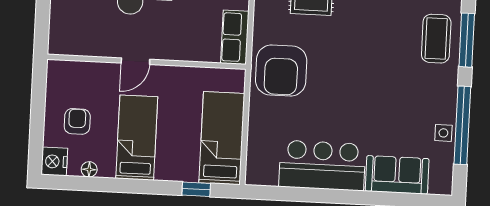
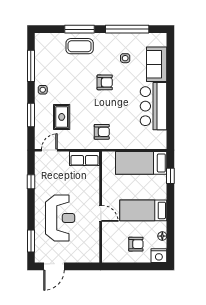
armchair: (281, 70) -> (102, 132), width x0.53, depth x0.53
armchair: (369, 80) -> (105, 82), added
armchair: (77, 121) -> (136, 244), turned 180
side table: (443, 133) -> (125, 58), moved

